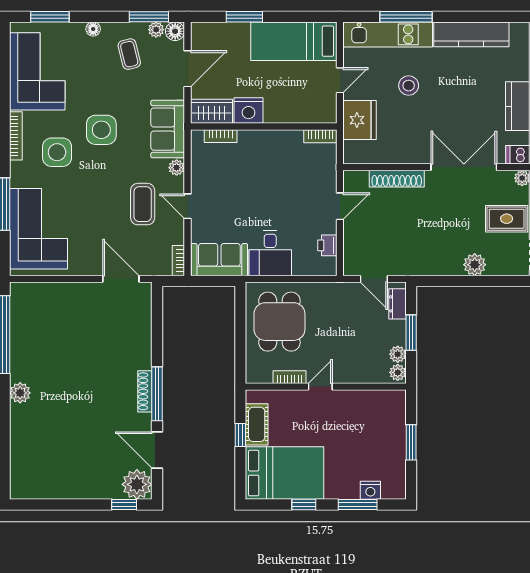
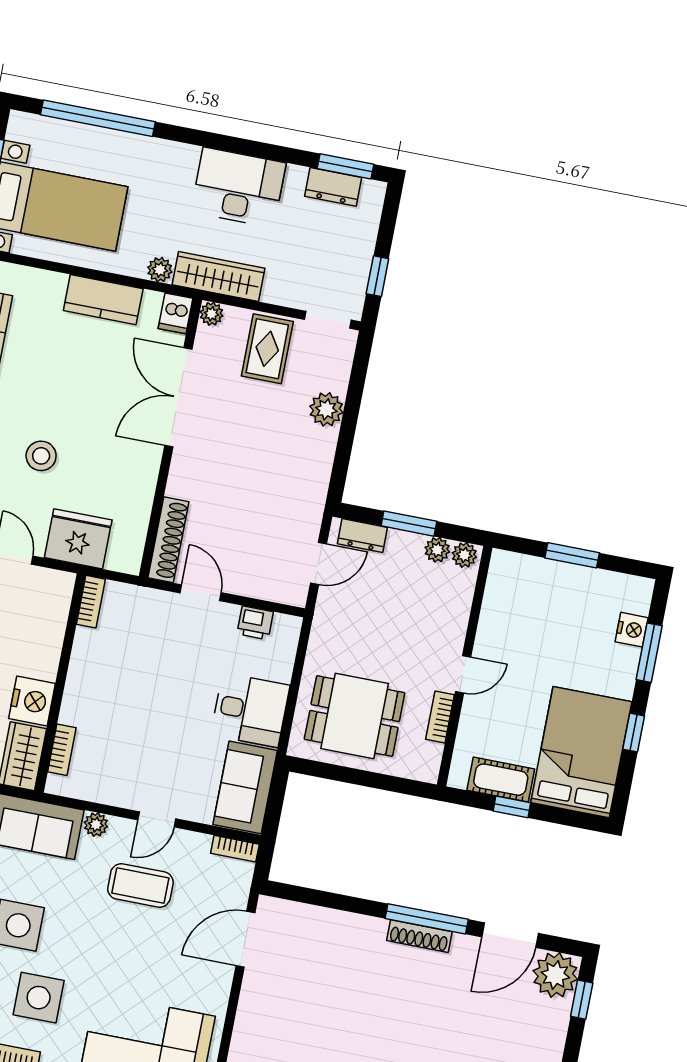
shoe rack: (397, 179) -> (168, 540), moved
door: (320, 387) -> (463, 674), swing flipped

